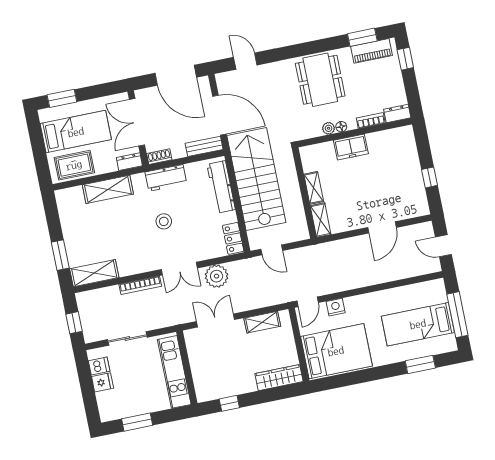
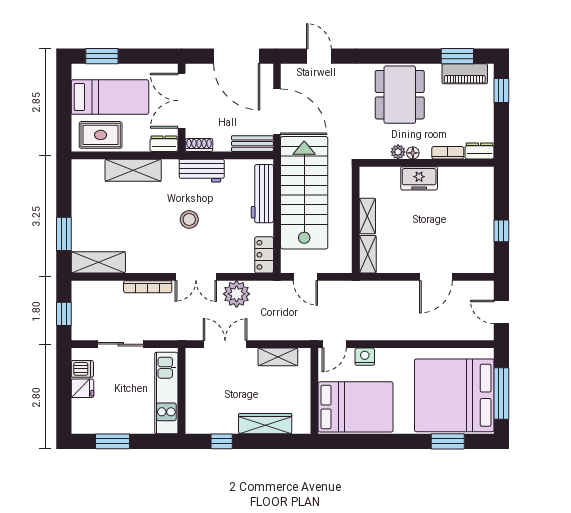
bed: (418, 324) -> (454, 395), width x2.04
wardrobe: (279, 378) -> (265, 424), moved

